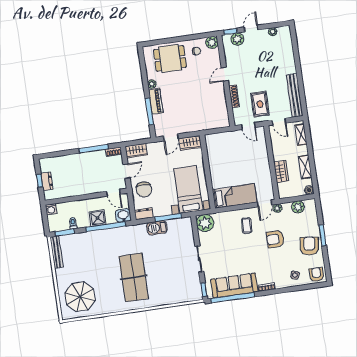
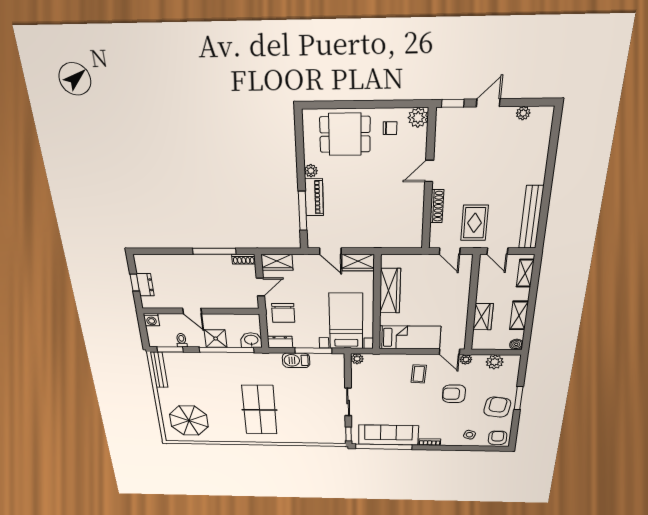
plant: (237, 39) -> (461, 117), removed
door: (171, 137) -> (330, 251), hinge flipped
wardrobe: (215, 161) -> (390, 291), added
door: (113, 193) -> (192, 311), moved
door: (265, 203) -> (449, 352), hinge flipped
plant: (205, 223) -> (357, 359), width x0.53, depth x0.53

